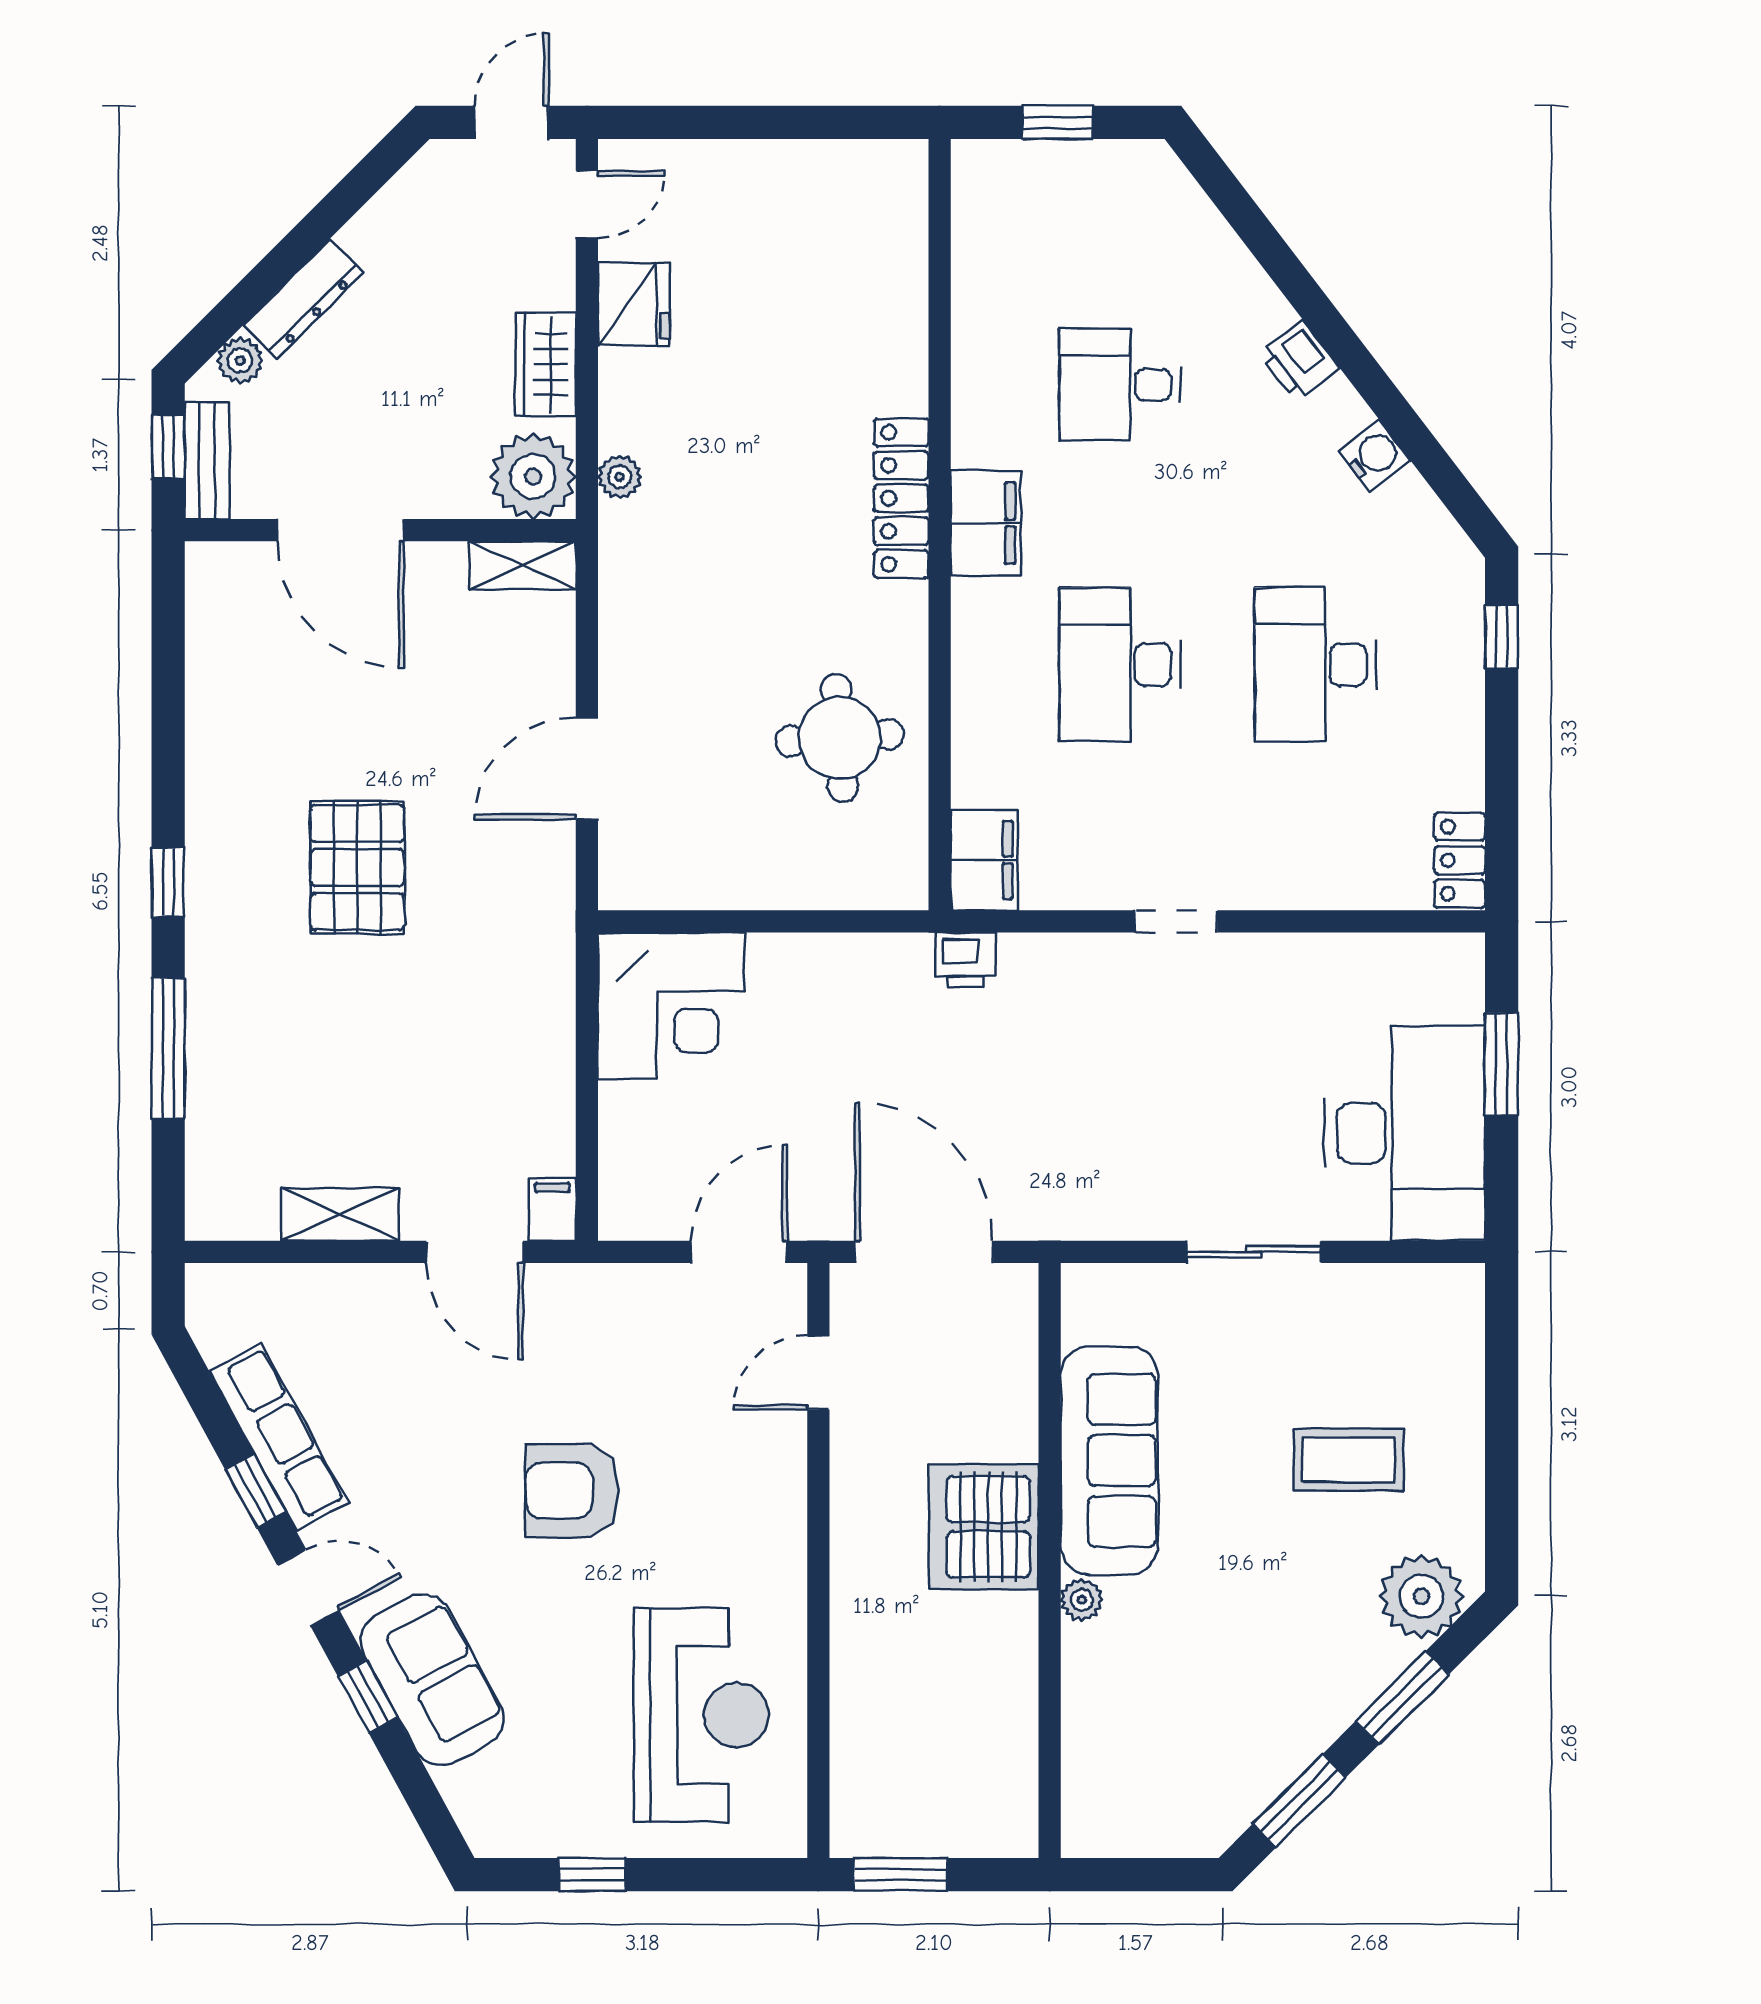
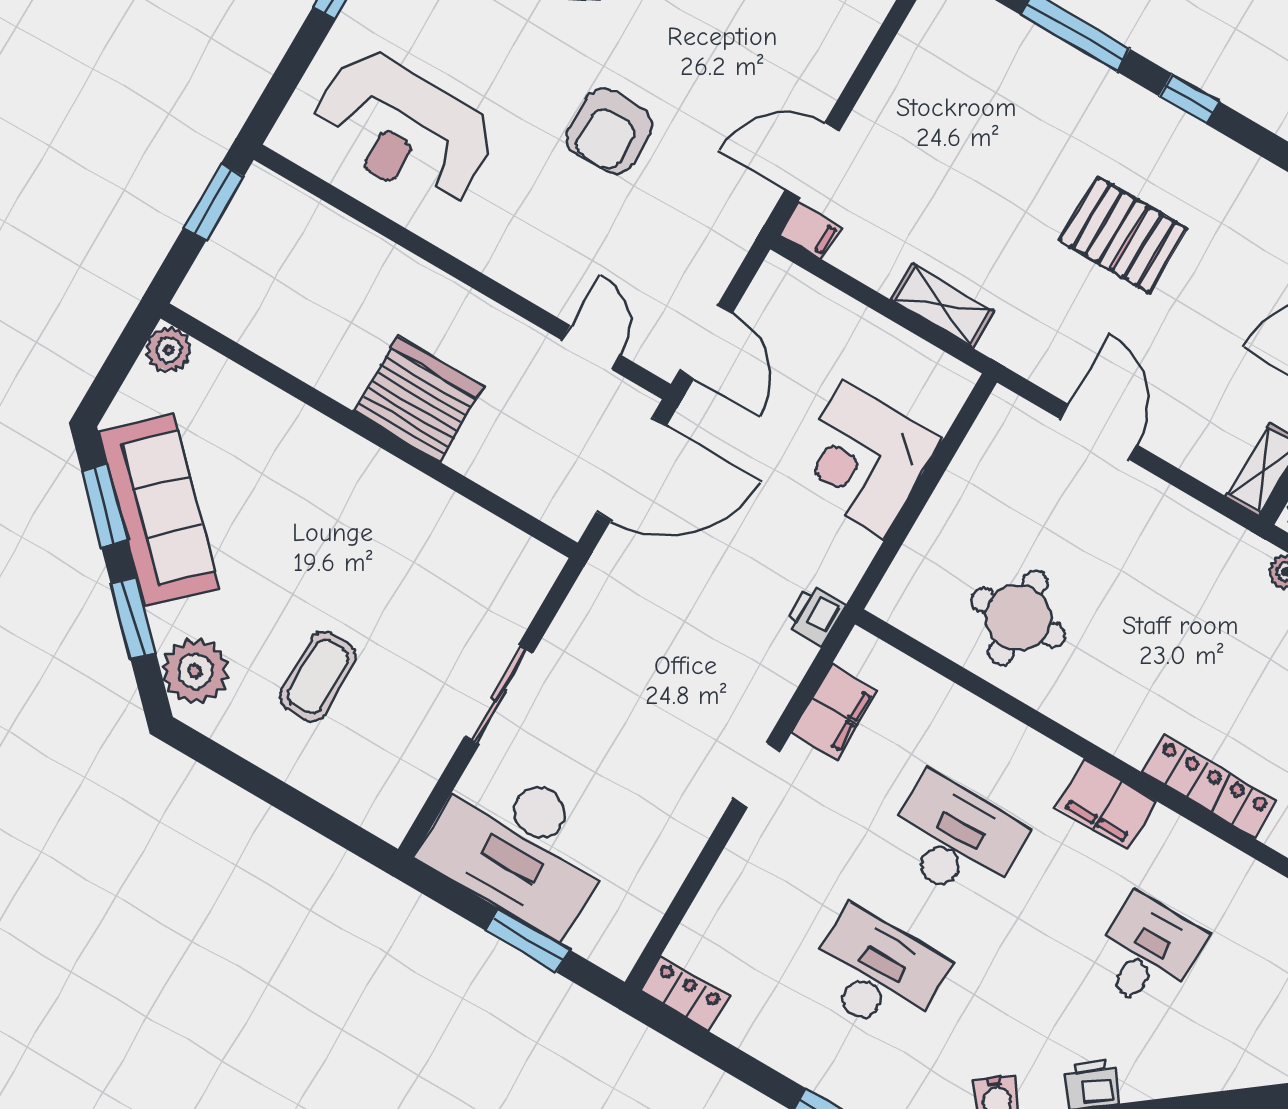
locker: (901, 498) -> (1209, 787), moved
filing cabinet: (984, 860) -> (835, 712), moved, turned -90
corner desk: (671, 1006) -> (864, 460), moved
shelving: (340, 1214) -> (942, 306), moved, turned 90
sofa: (1109, 1460) -> (159, 510), moved, turned -135
armchair: (572, 1490) -> (610, 131), turned 180
plant: (1082, 1600) -> (169, 350), moved, width x1.38, depth x1.38

